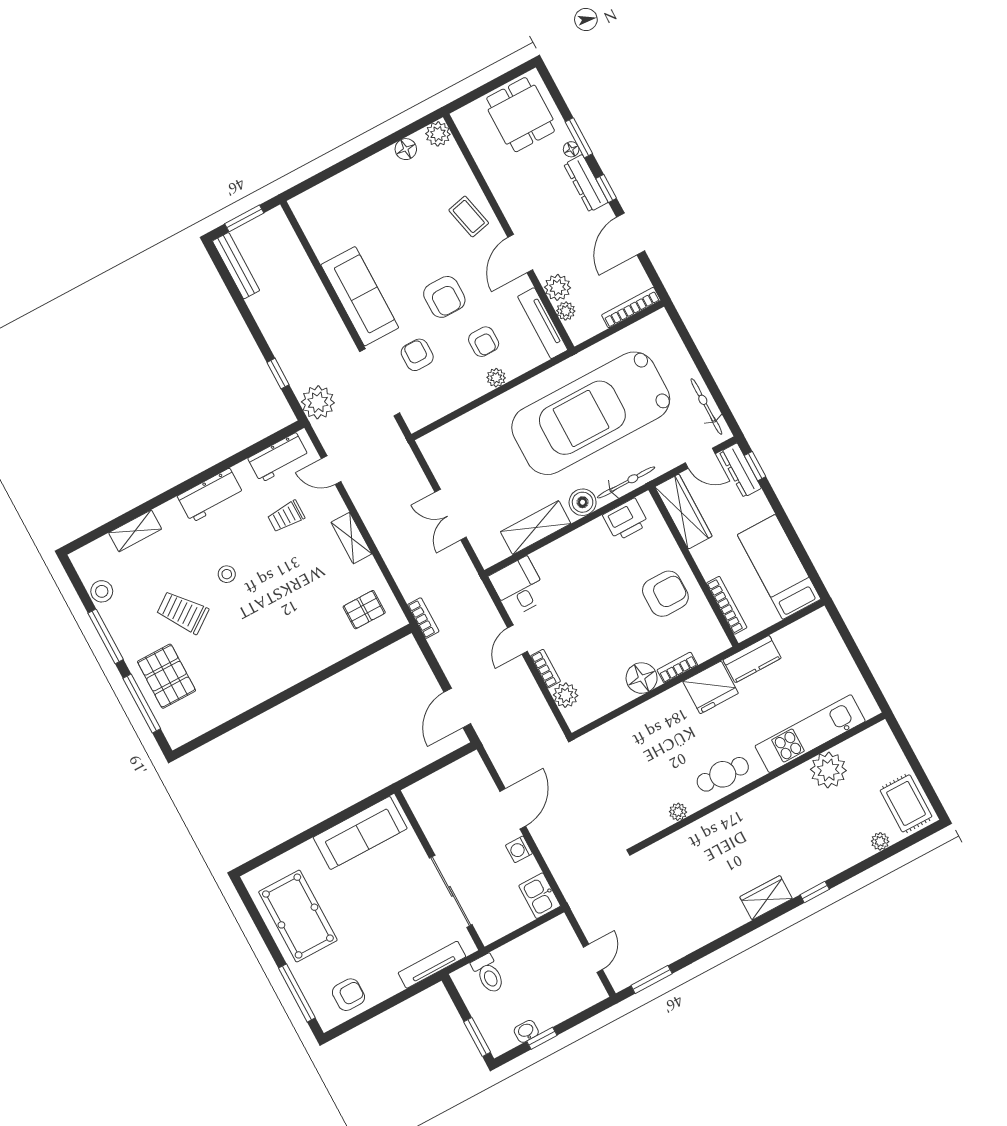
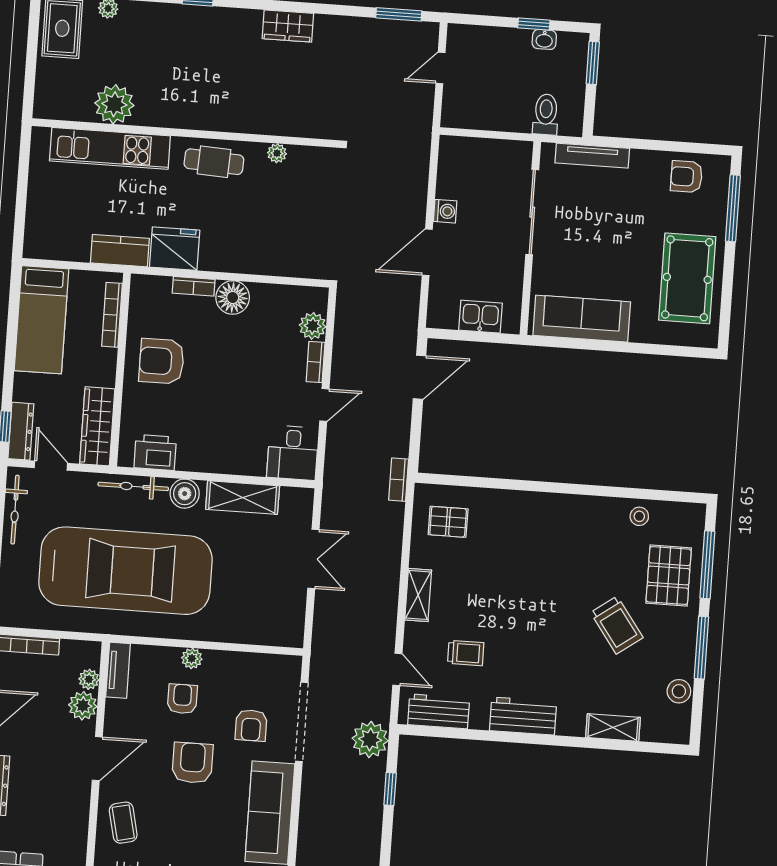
tv unit: (543, 323) -> (118, 670), width x0.71
stool: (227, 574) -> (639, 516), moved
kitchen sink: (540, 896) -> (480, 317), moved, turned -90
wardrobe: (766, 898) -> (288, 26), moved

